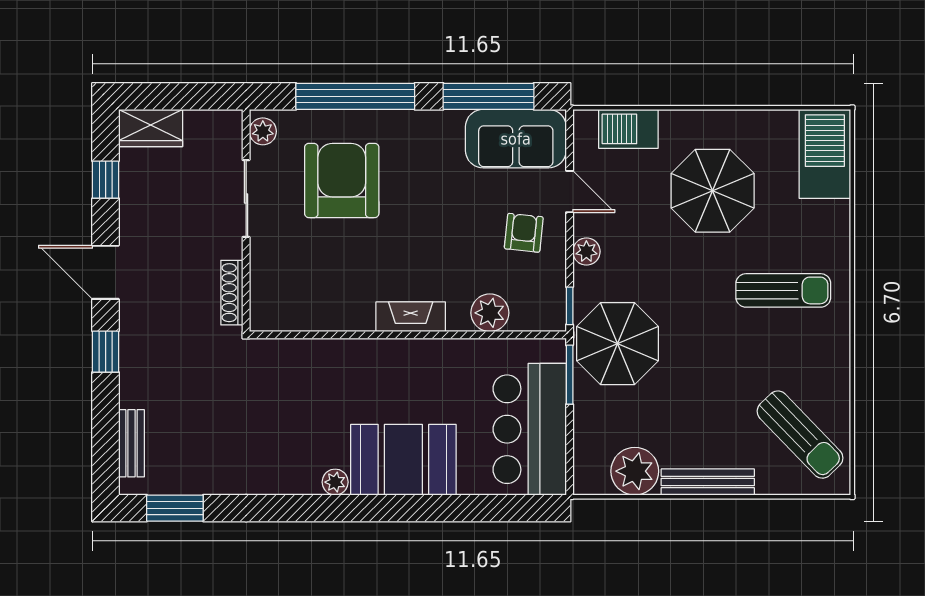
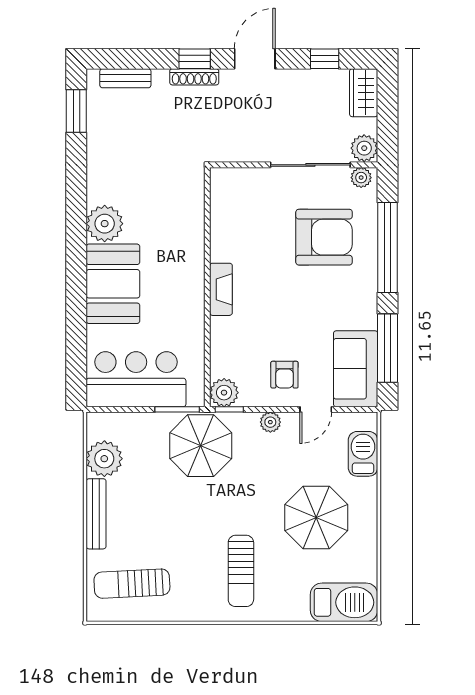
plant: (224, 127) -> (364, 148), added
sliding door: (246, 199) -> (310, 165), width x1.37
armchair: (524, 233) -> (284, 375), turned 84
shoe rack: (232, 293) -> (194, 77), moved, turned 180
plant: (490, 313) -> (224, 393), moved
sun lounger: (800, 435) -> (132, 584), turned 41
plant: (335, 482) -> (105, 224), width x1.87, depth x1.87

